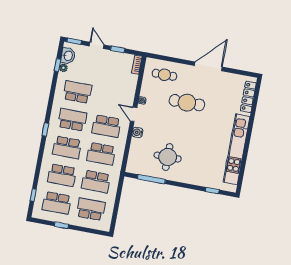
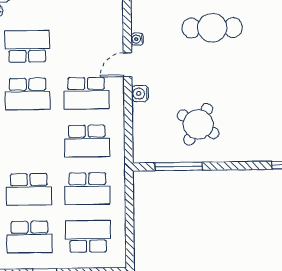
door: (134, 114) -> (128, 65), hinge flipped
school desk: (72, 120) -> (28, 94), turned 180
school desk: (67, 147) -> (28, 142), removed
round table: (168, 157) -> (198, 124), turned 31

